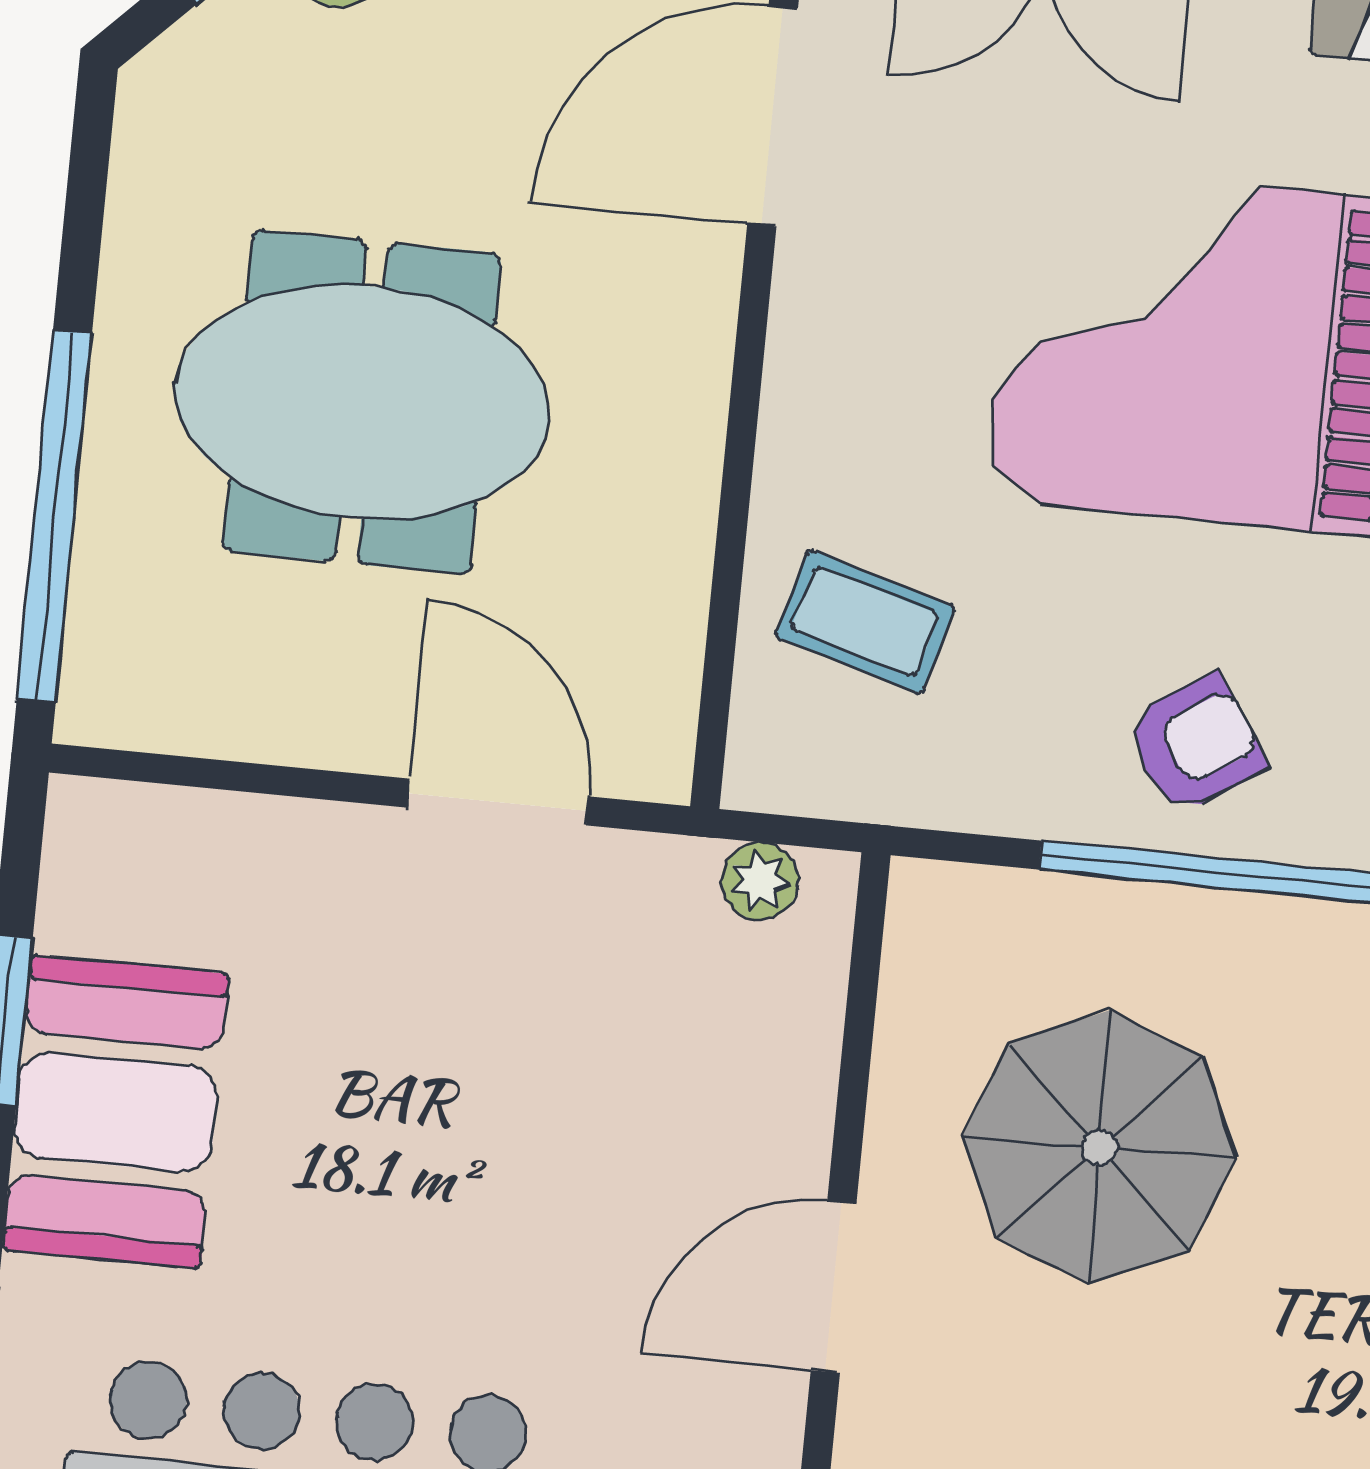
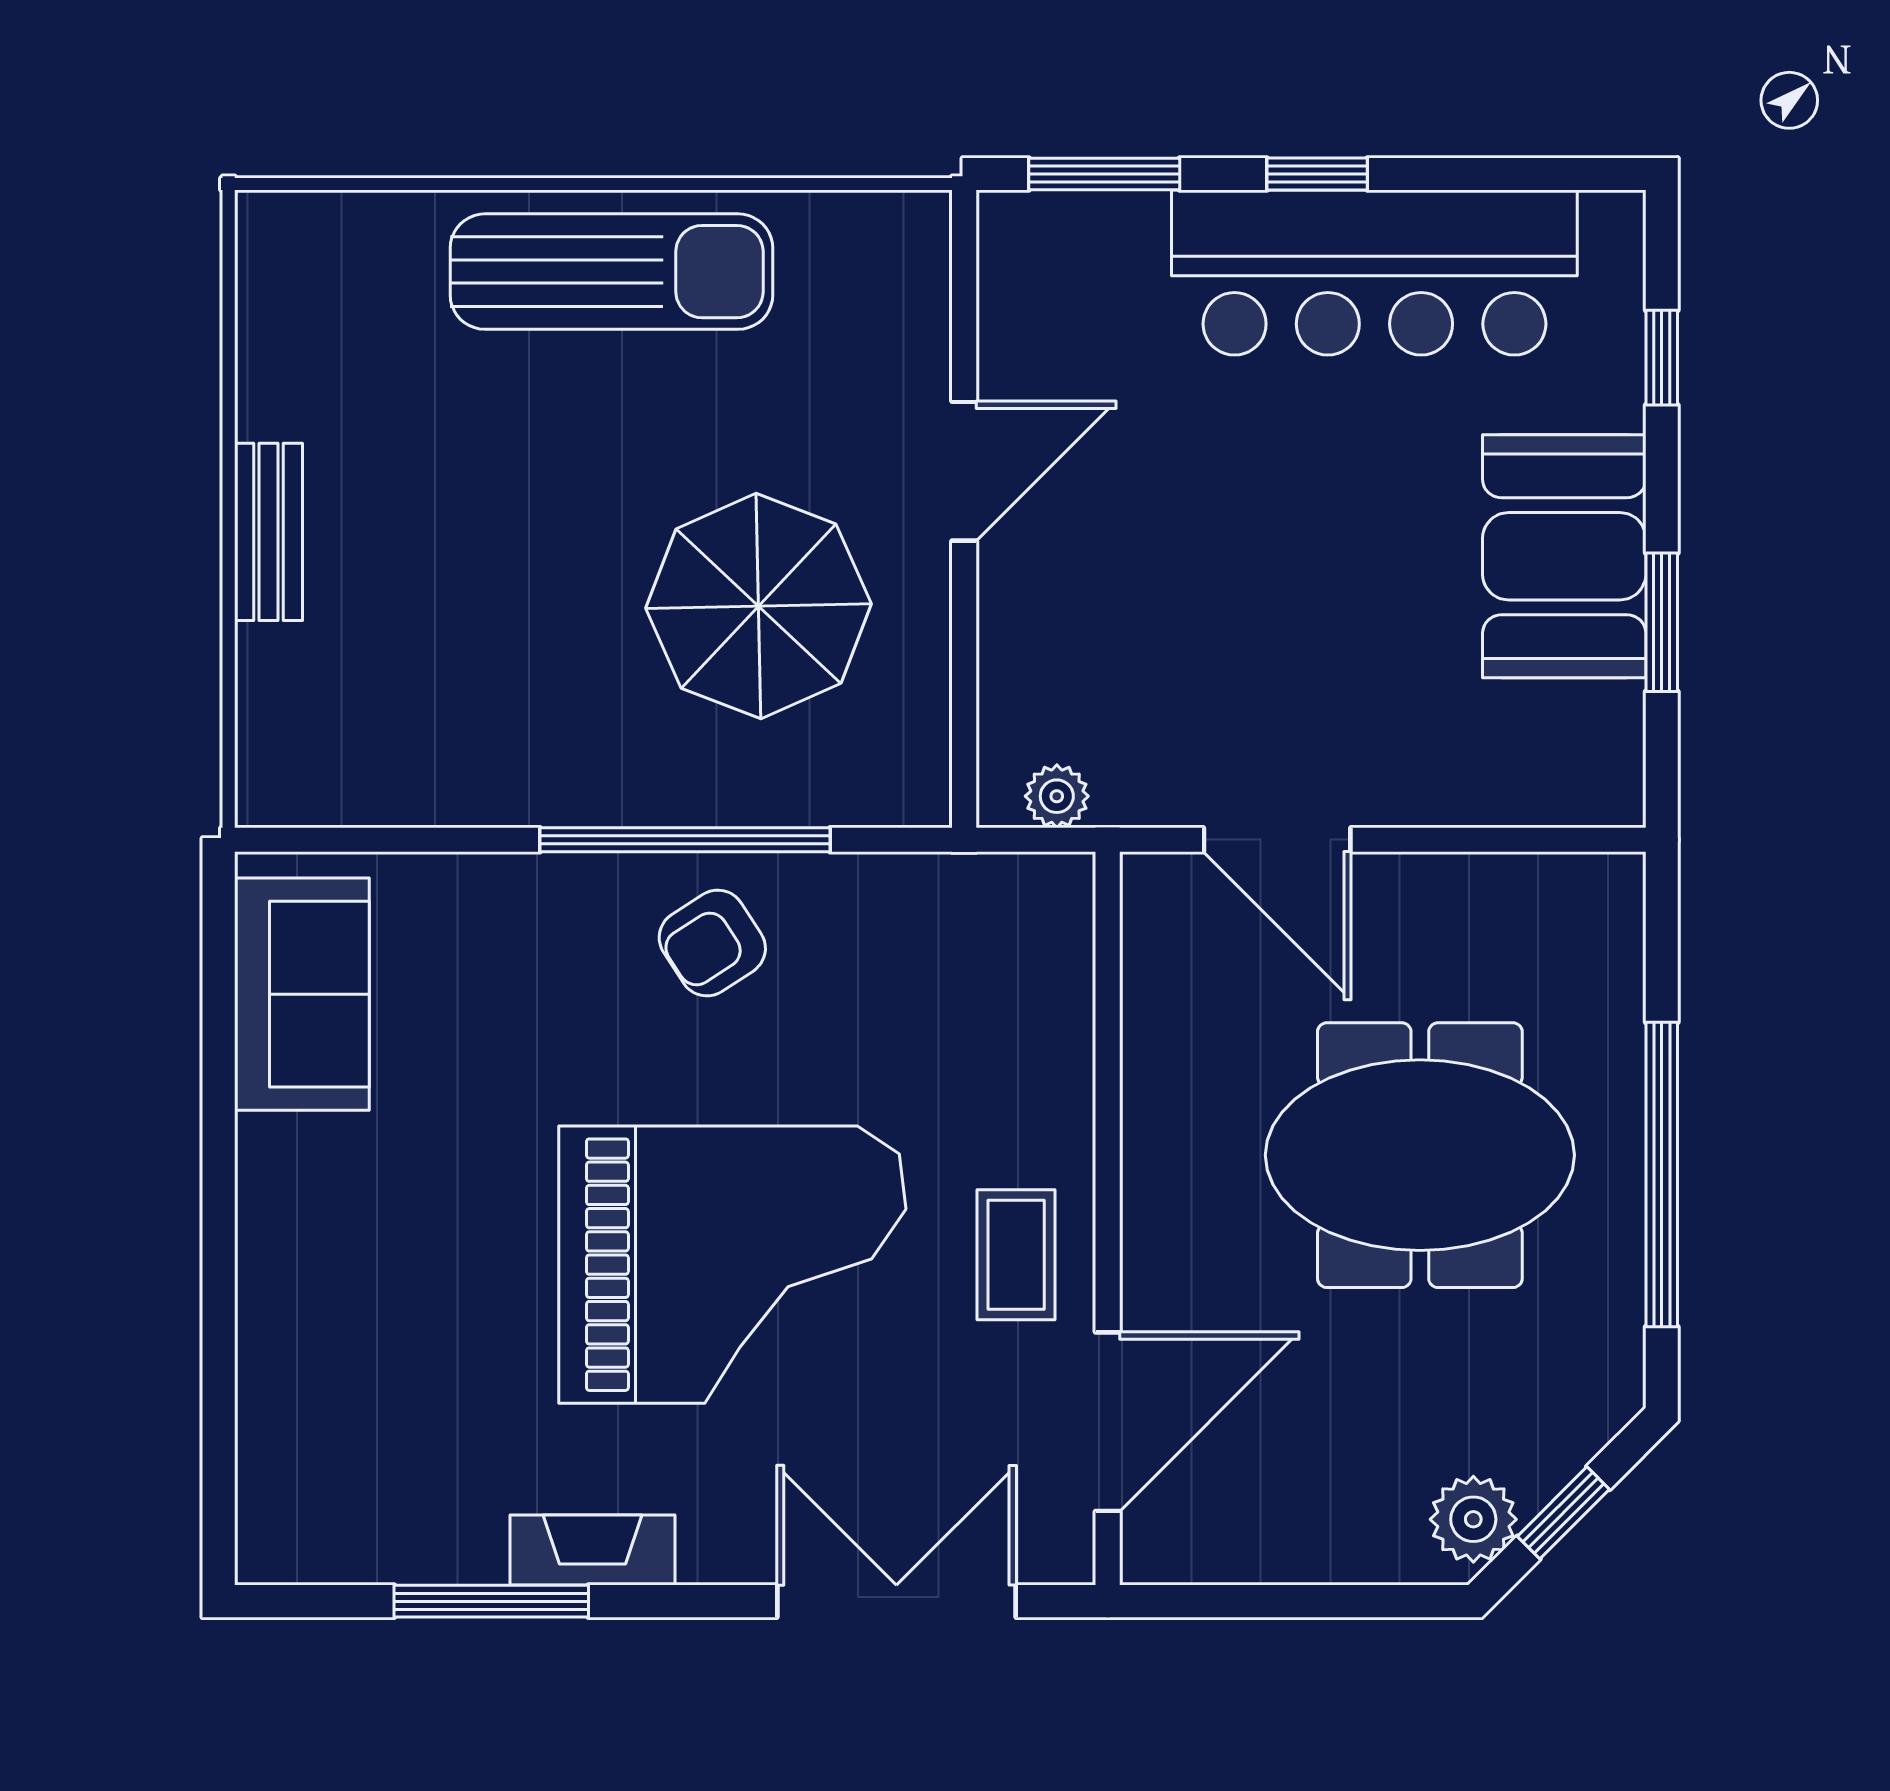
window: (54, 516) -> (1662, 1174), moved
coffee table: (865, 622) -> (1016, 1255), moved, turned 74

